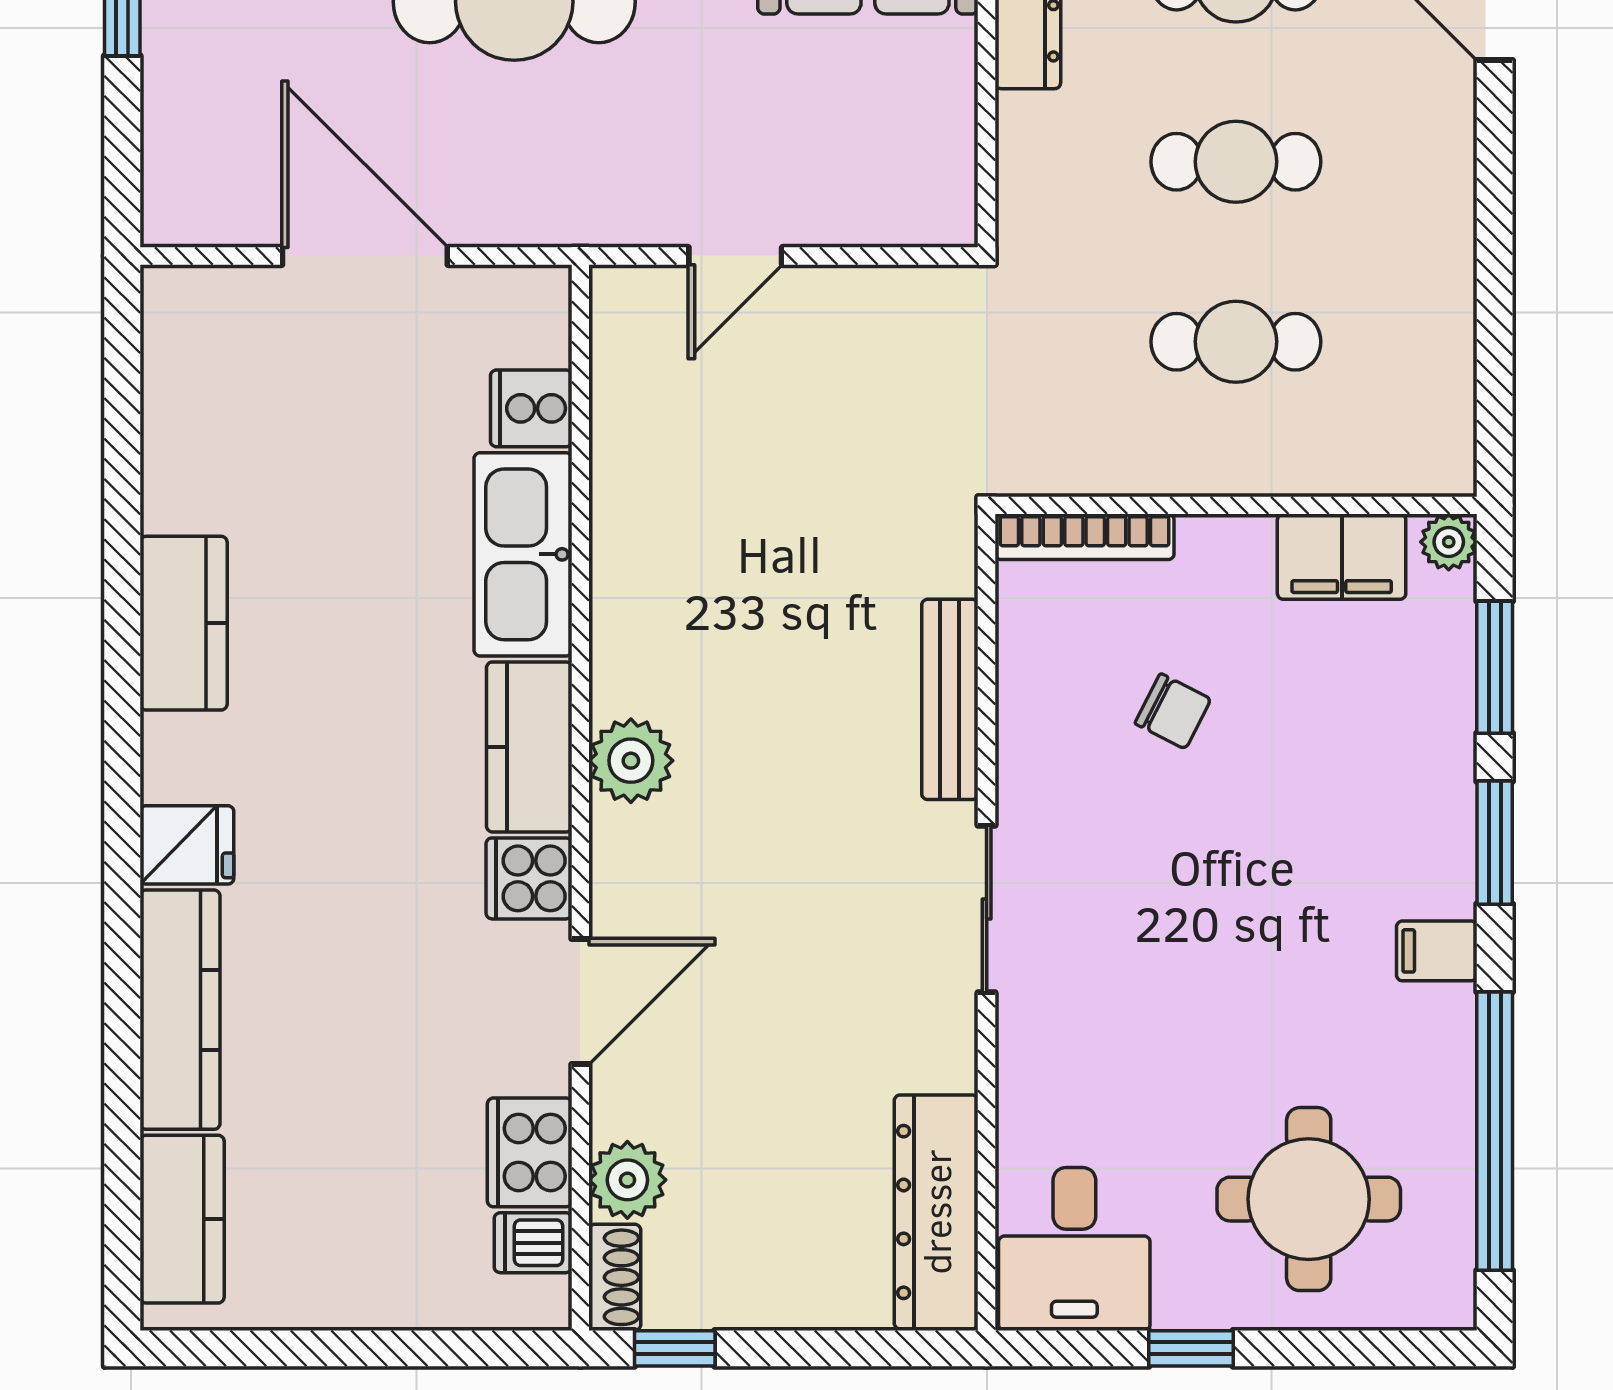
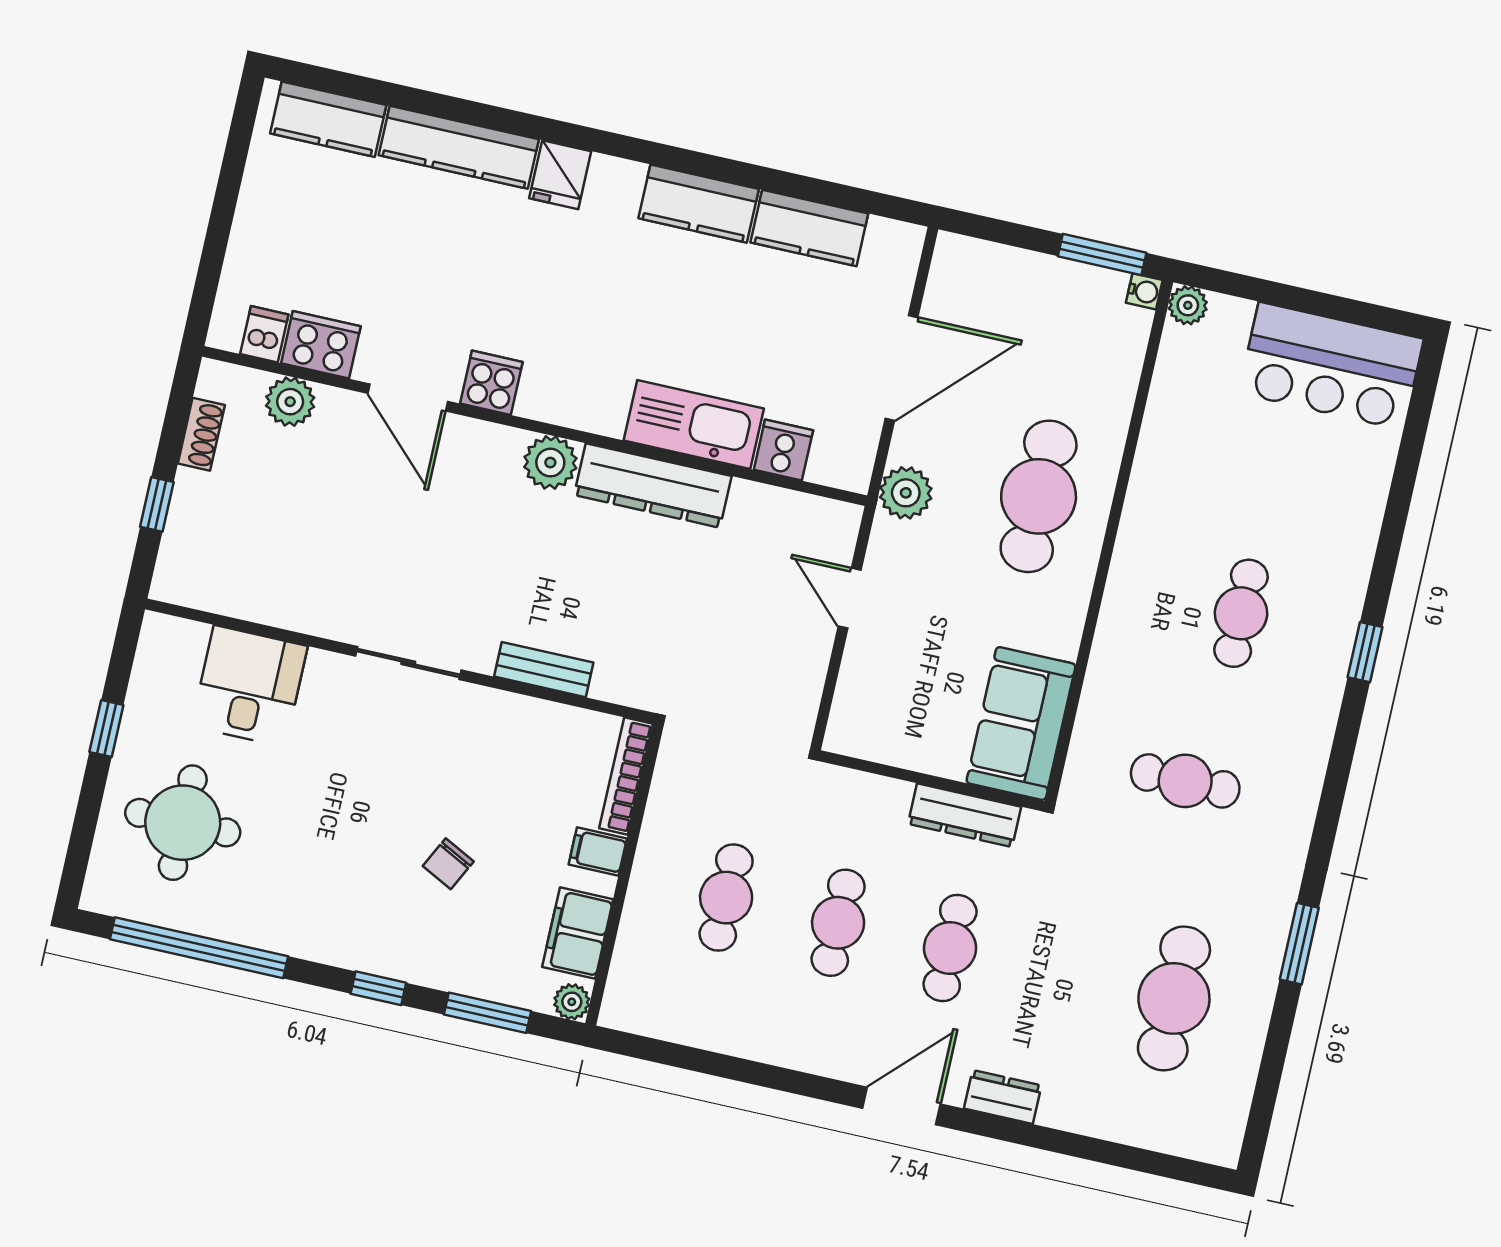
plant: (555, 206) -> (906, 493), added
bench: (950, 699) -> (544, 670), width x0.73
chair: (1173, 711) -> (448, 864), moved
kitchen counter: (529, 747) -> (809, 228), moved, turned 180
window: (1495, 843) -> (378, 988), width x0.67
filing cabinet: (1437, 951) -> (598, 851), moved, turned -90
dresser: (936, 1212) -> (653, 486), moved, turned 180
desk: (1074, 1249) -> (249, 686), moved, turned 90
shoe rack: (615, 1277) -> (201, 434), moved, turned -90
window: (675, 1348) -> (157, 504), moved

